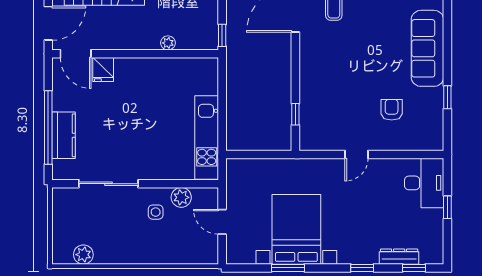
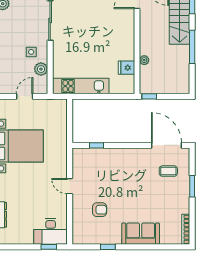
sofa: (427, 48) -> (141, 234), width x0.73
fridge: (103, 70) -> (126, 68), moved
window: (447, 207) -> (49, 247), moved

